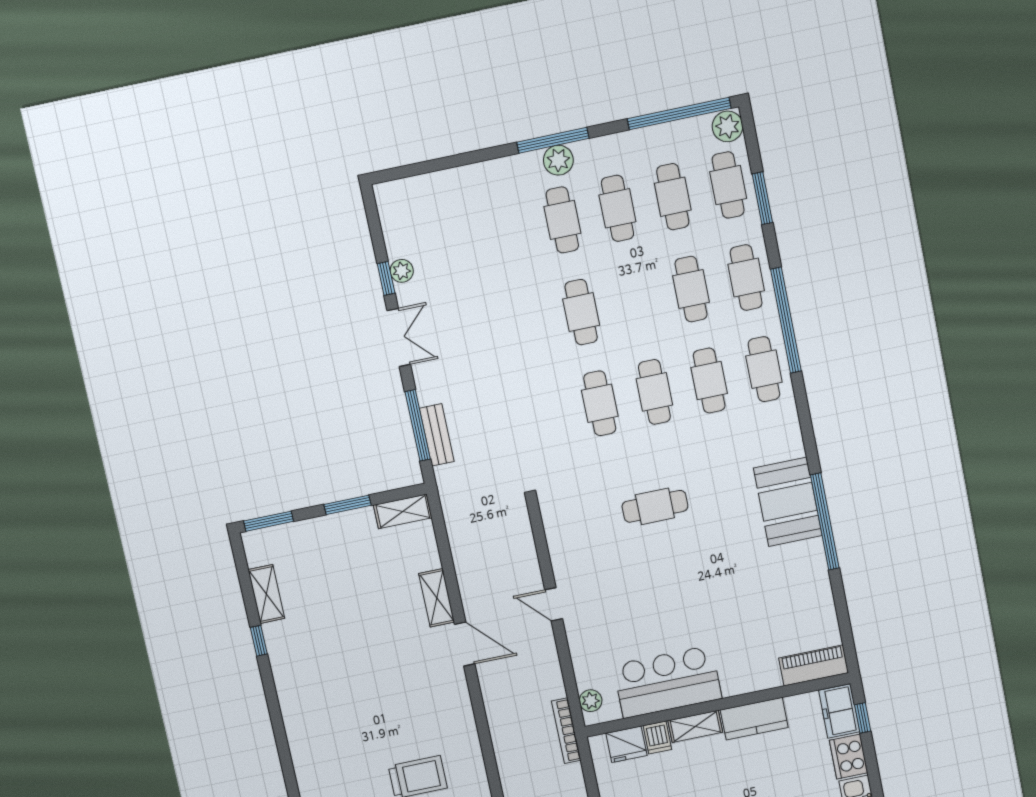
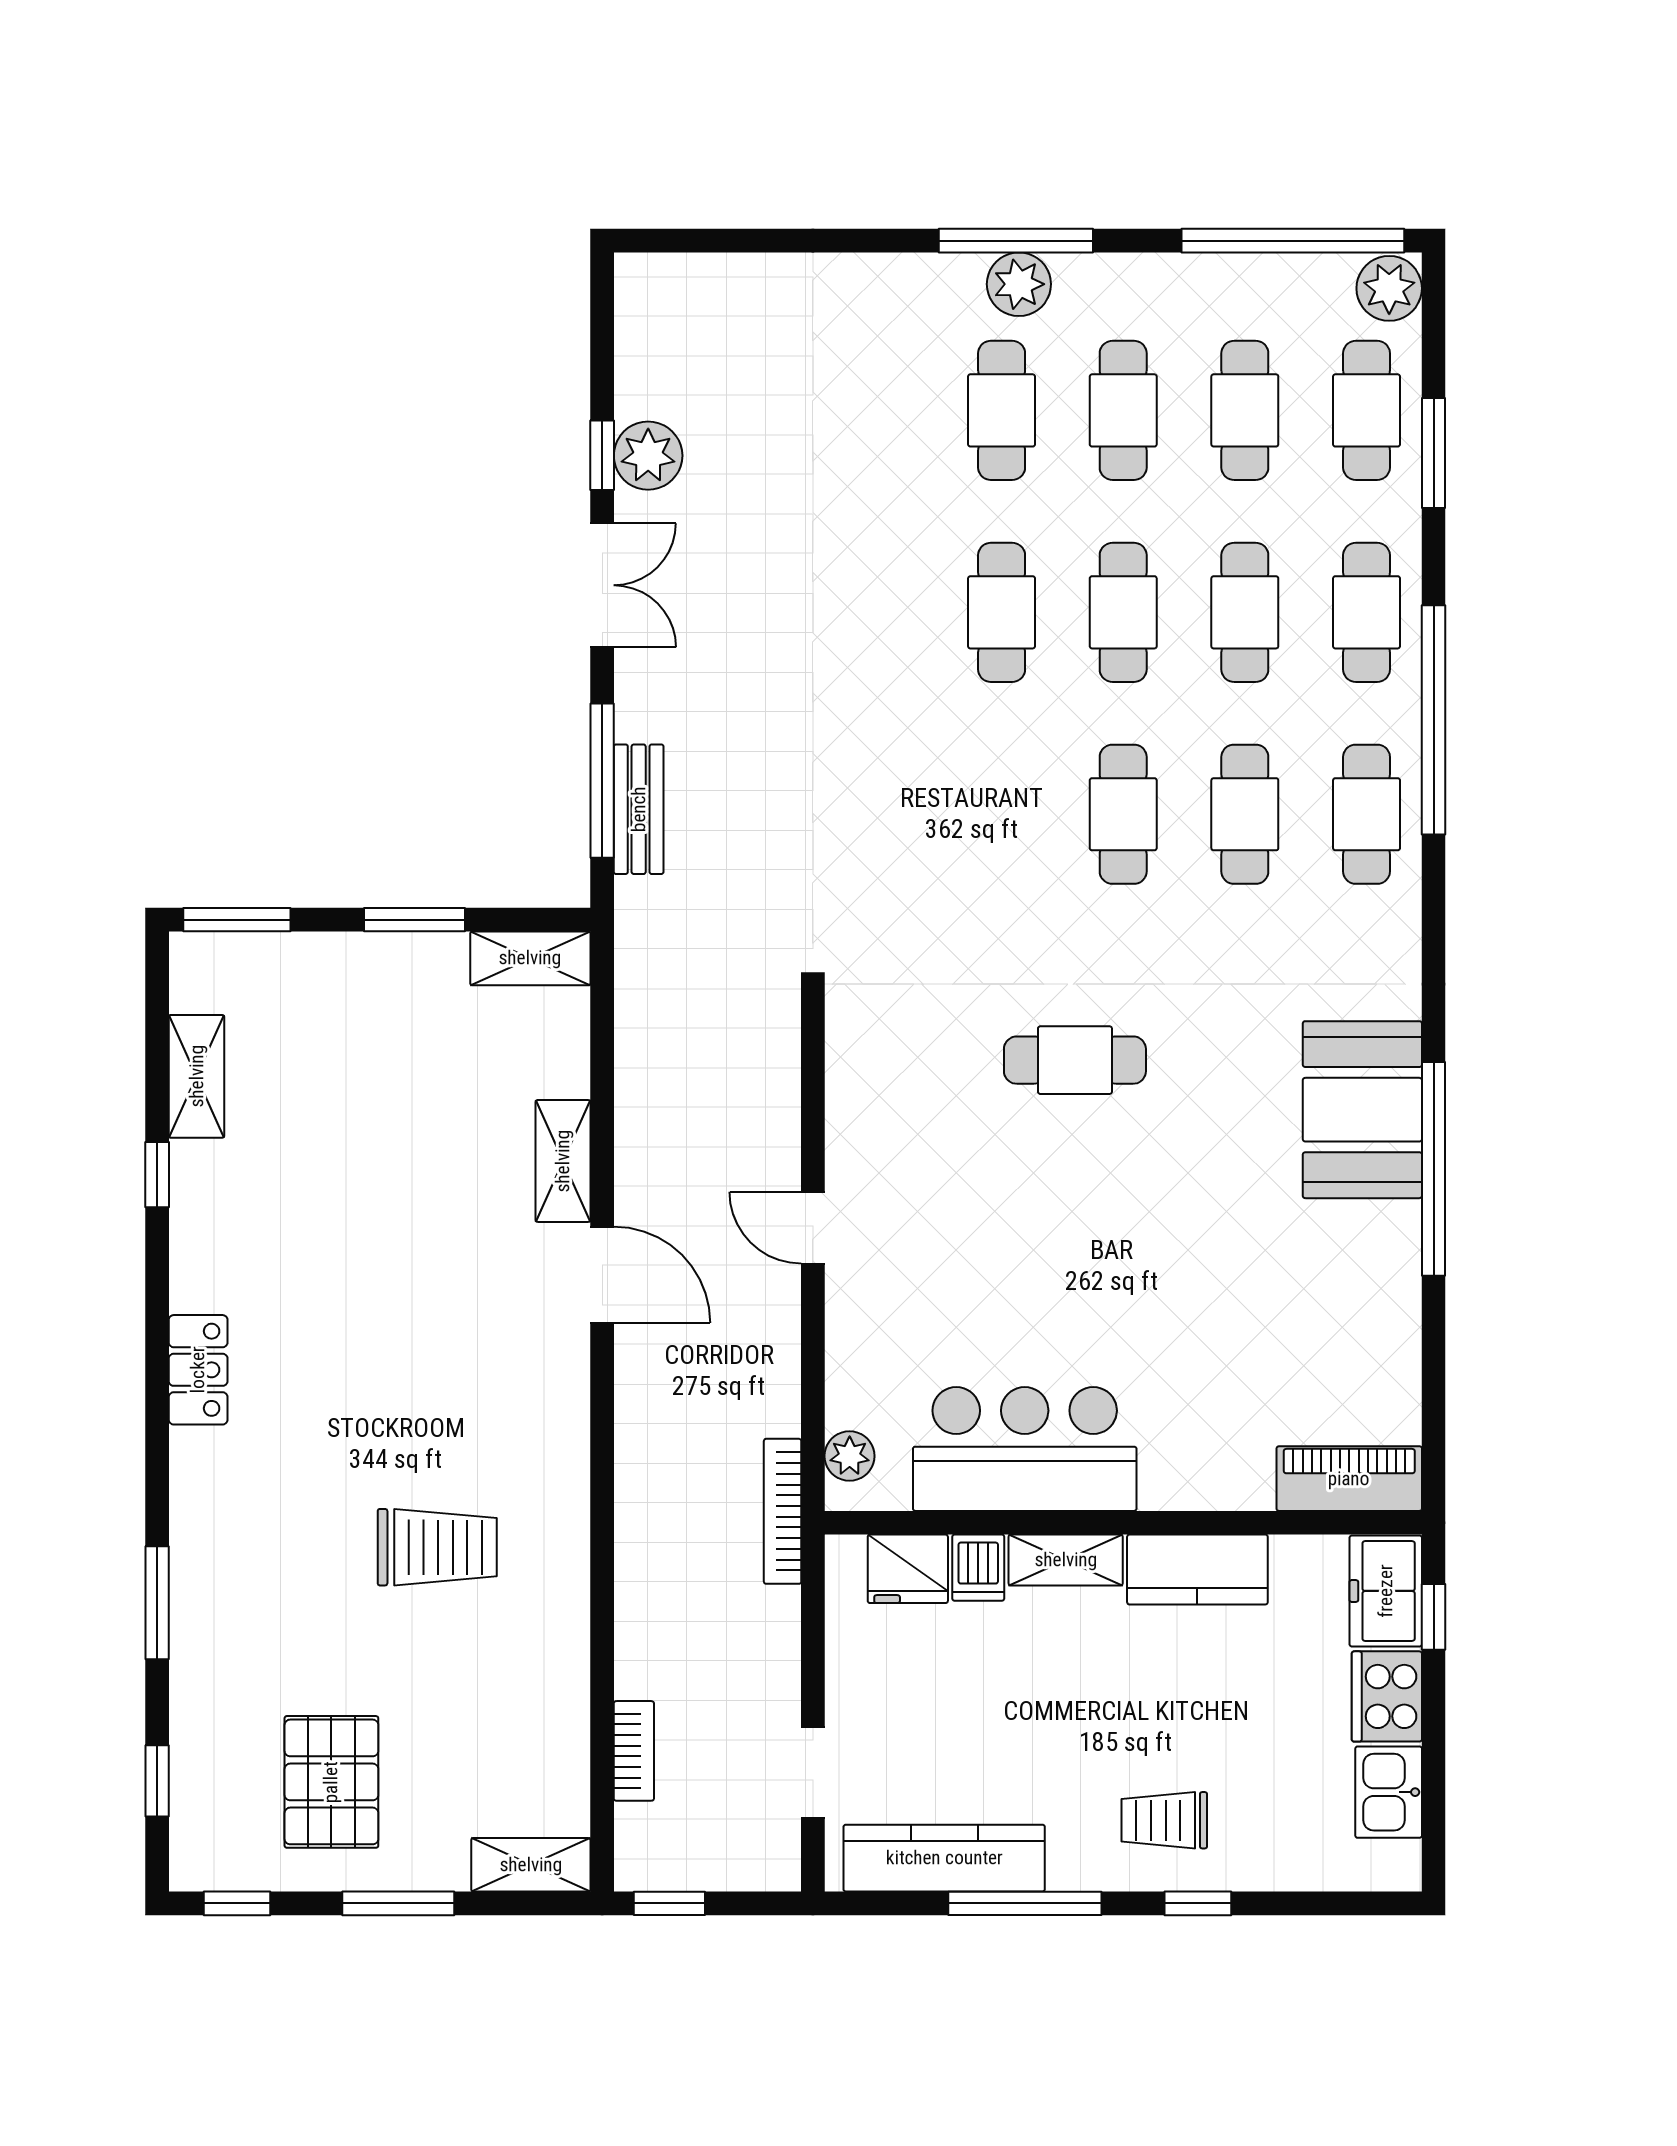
plant: (402, 271) -> (648, 456), width x1.38, depth x1.38
cafe table: (600, 403) -> (1123, 612), moved
locker: (296, 722) -> (198, 1370), added

